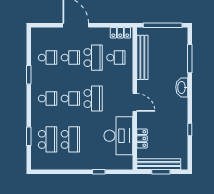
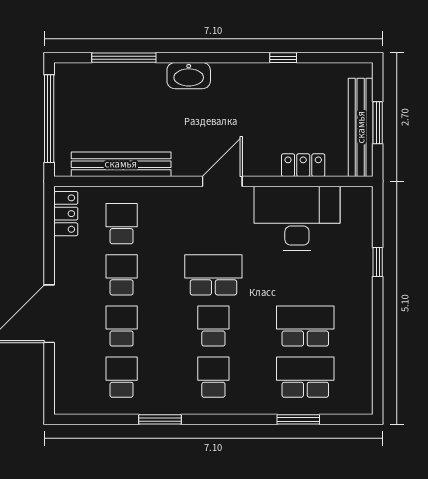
school desk: (93, 58) -> (122, 275), width x0.54

